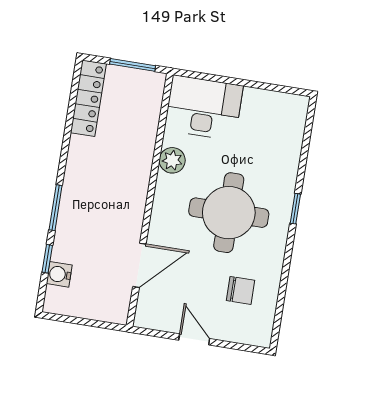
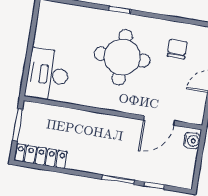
plant: (172, 160) -> (85, 97), removed
door: (139, 265) -> (159, 120), swing flipped
water cooler: (59, 274) -> (192, 141), moved, turned -90

